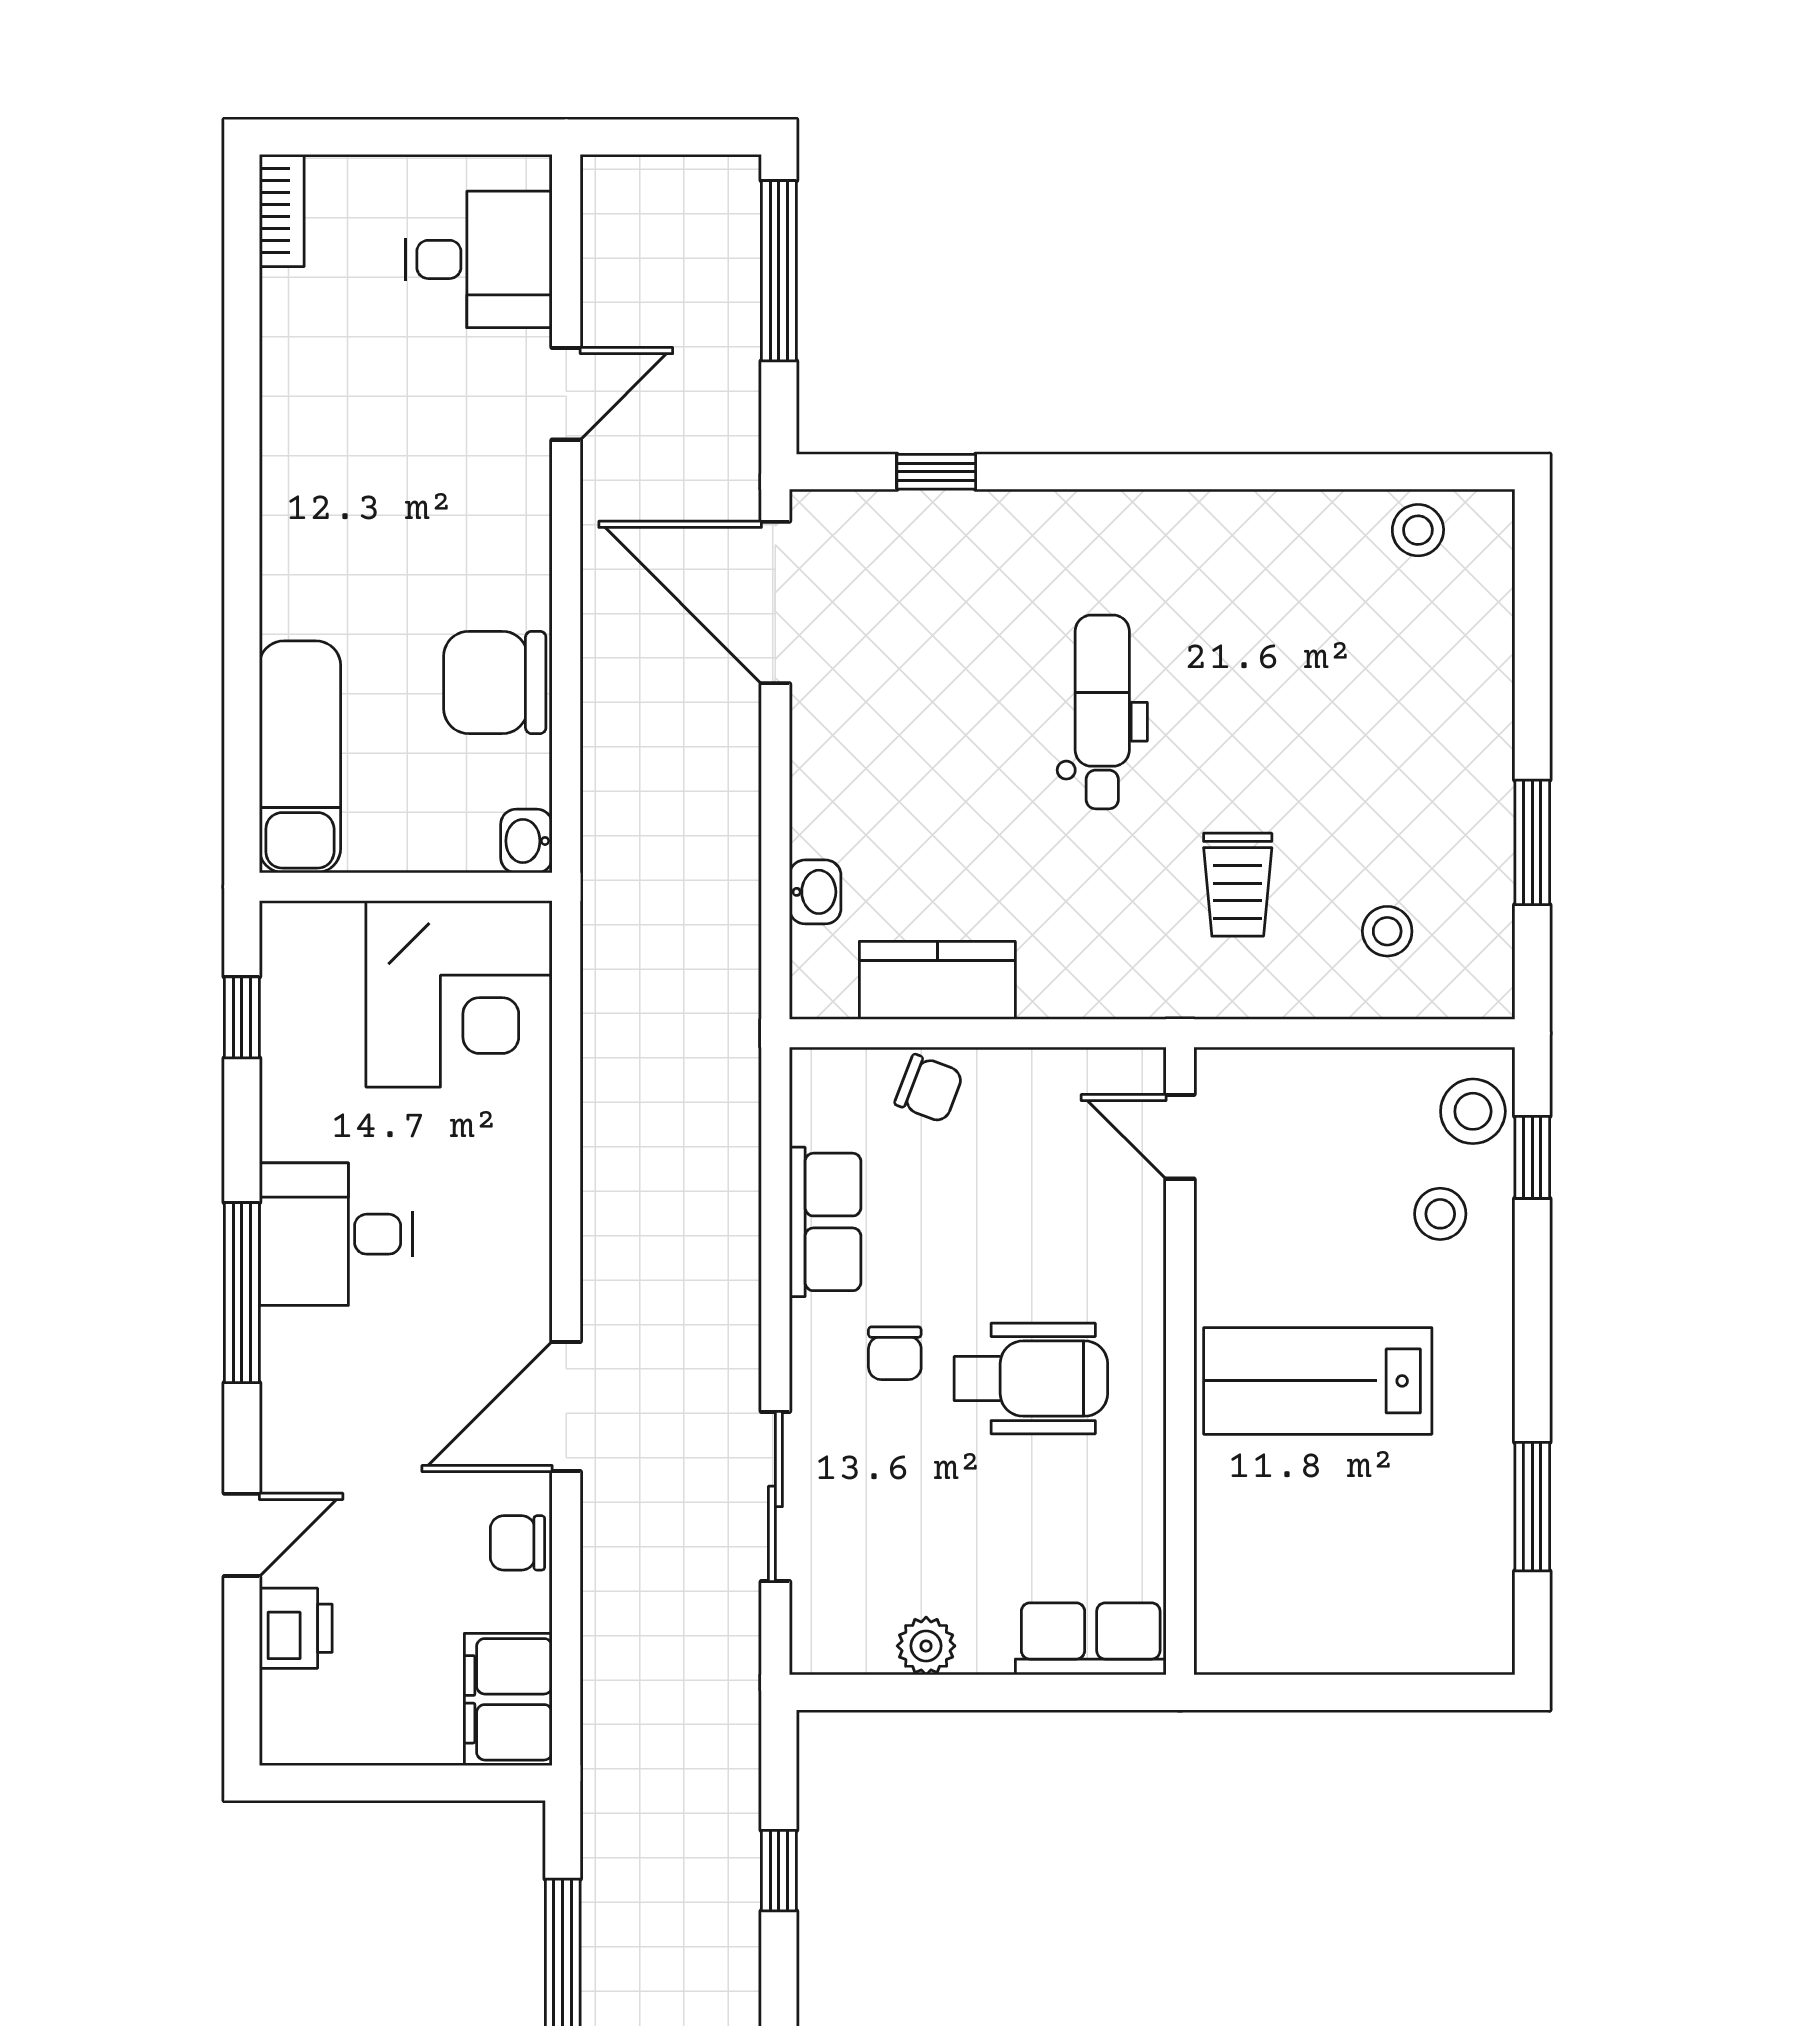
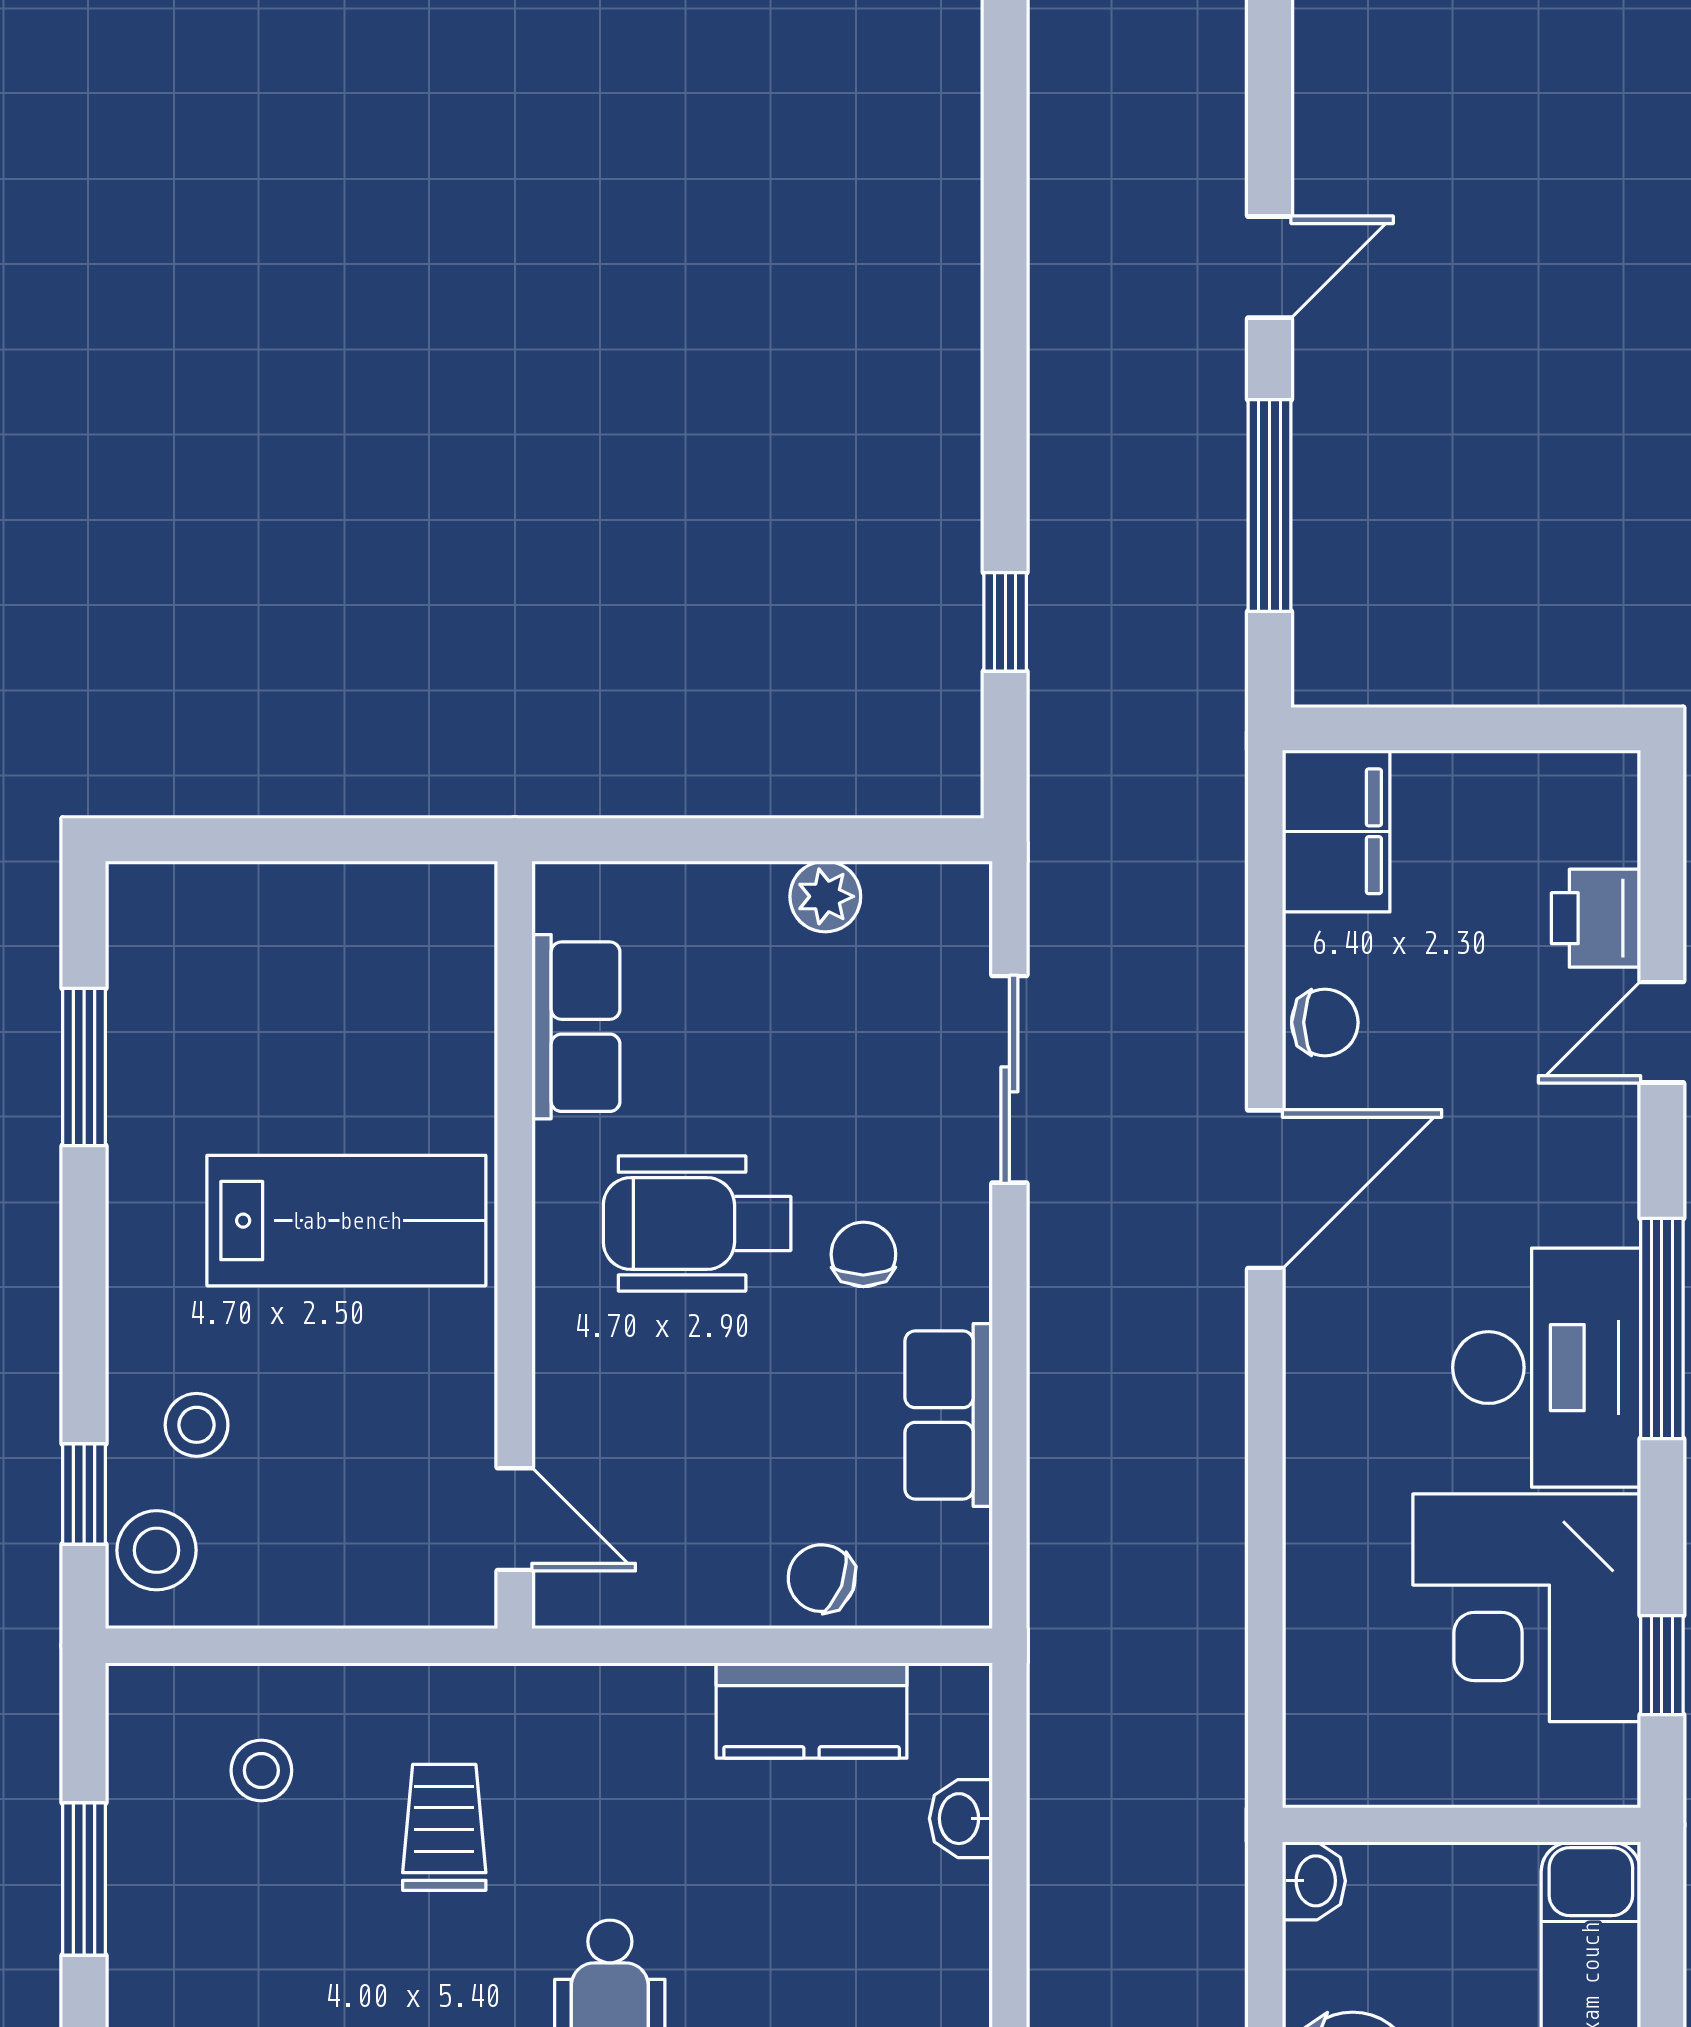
corner desk: (459, 994) -> (1527, 1608), moved, turned -90
desk: (336, 1234) -> (1547, 1368), width x1.37
row of seats: (1091, 1639) -> (576, 1027), moved, turned -90

